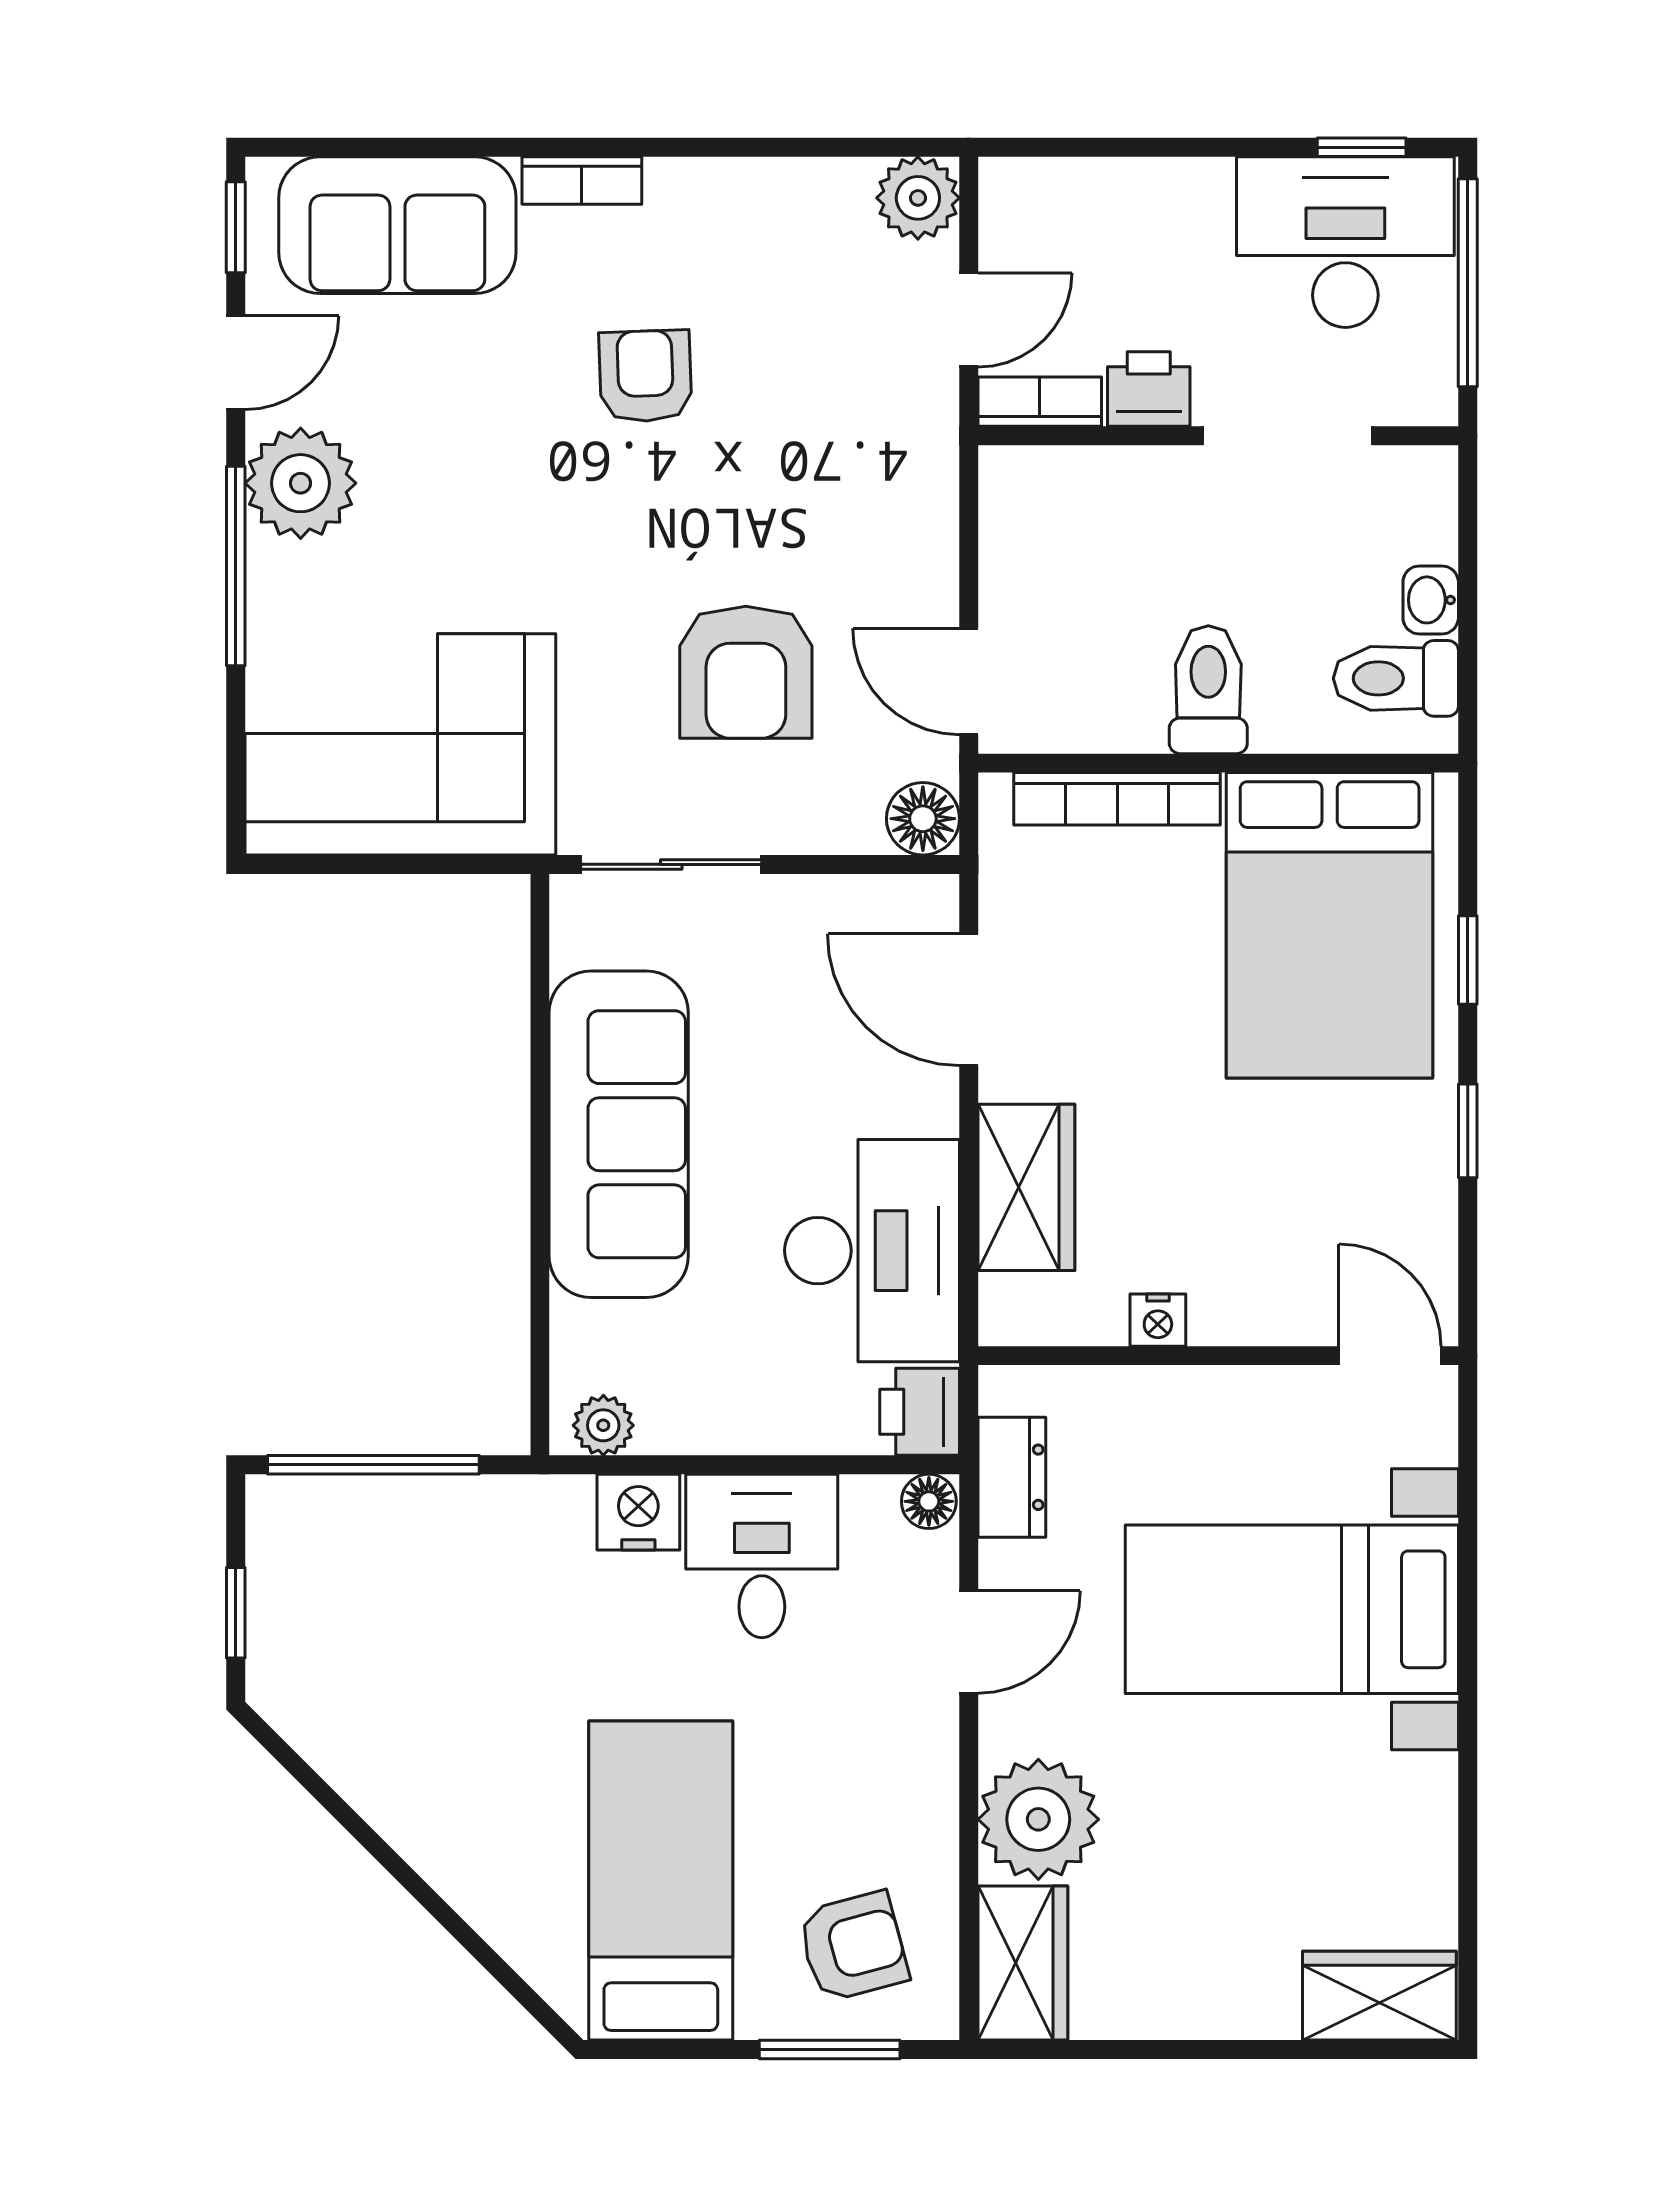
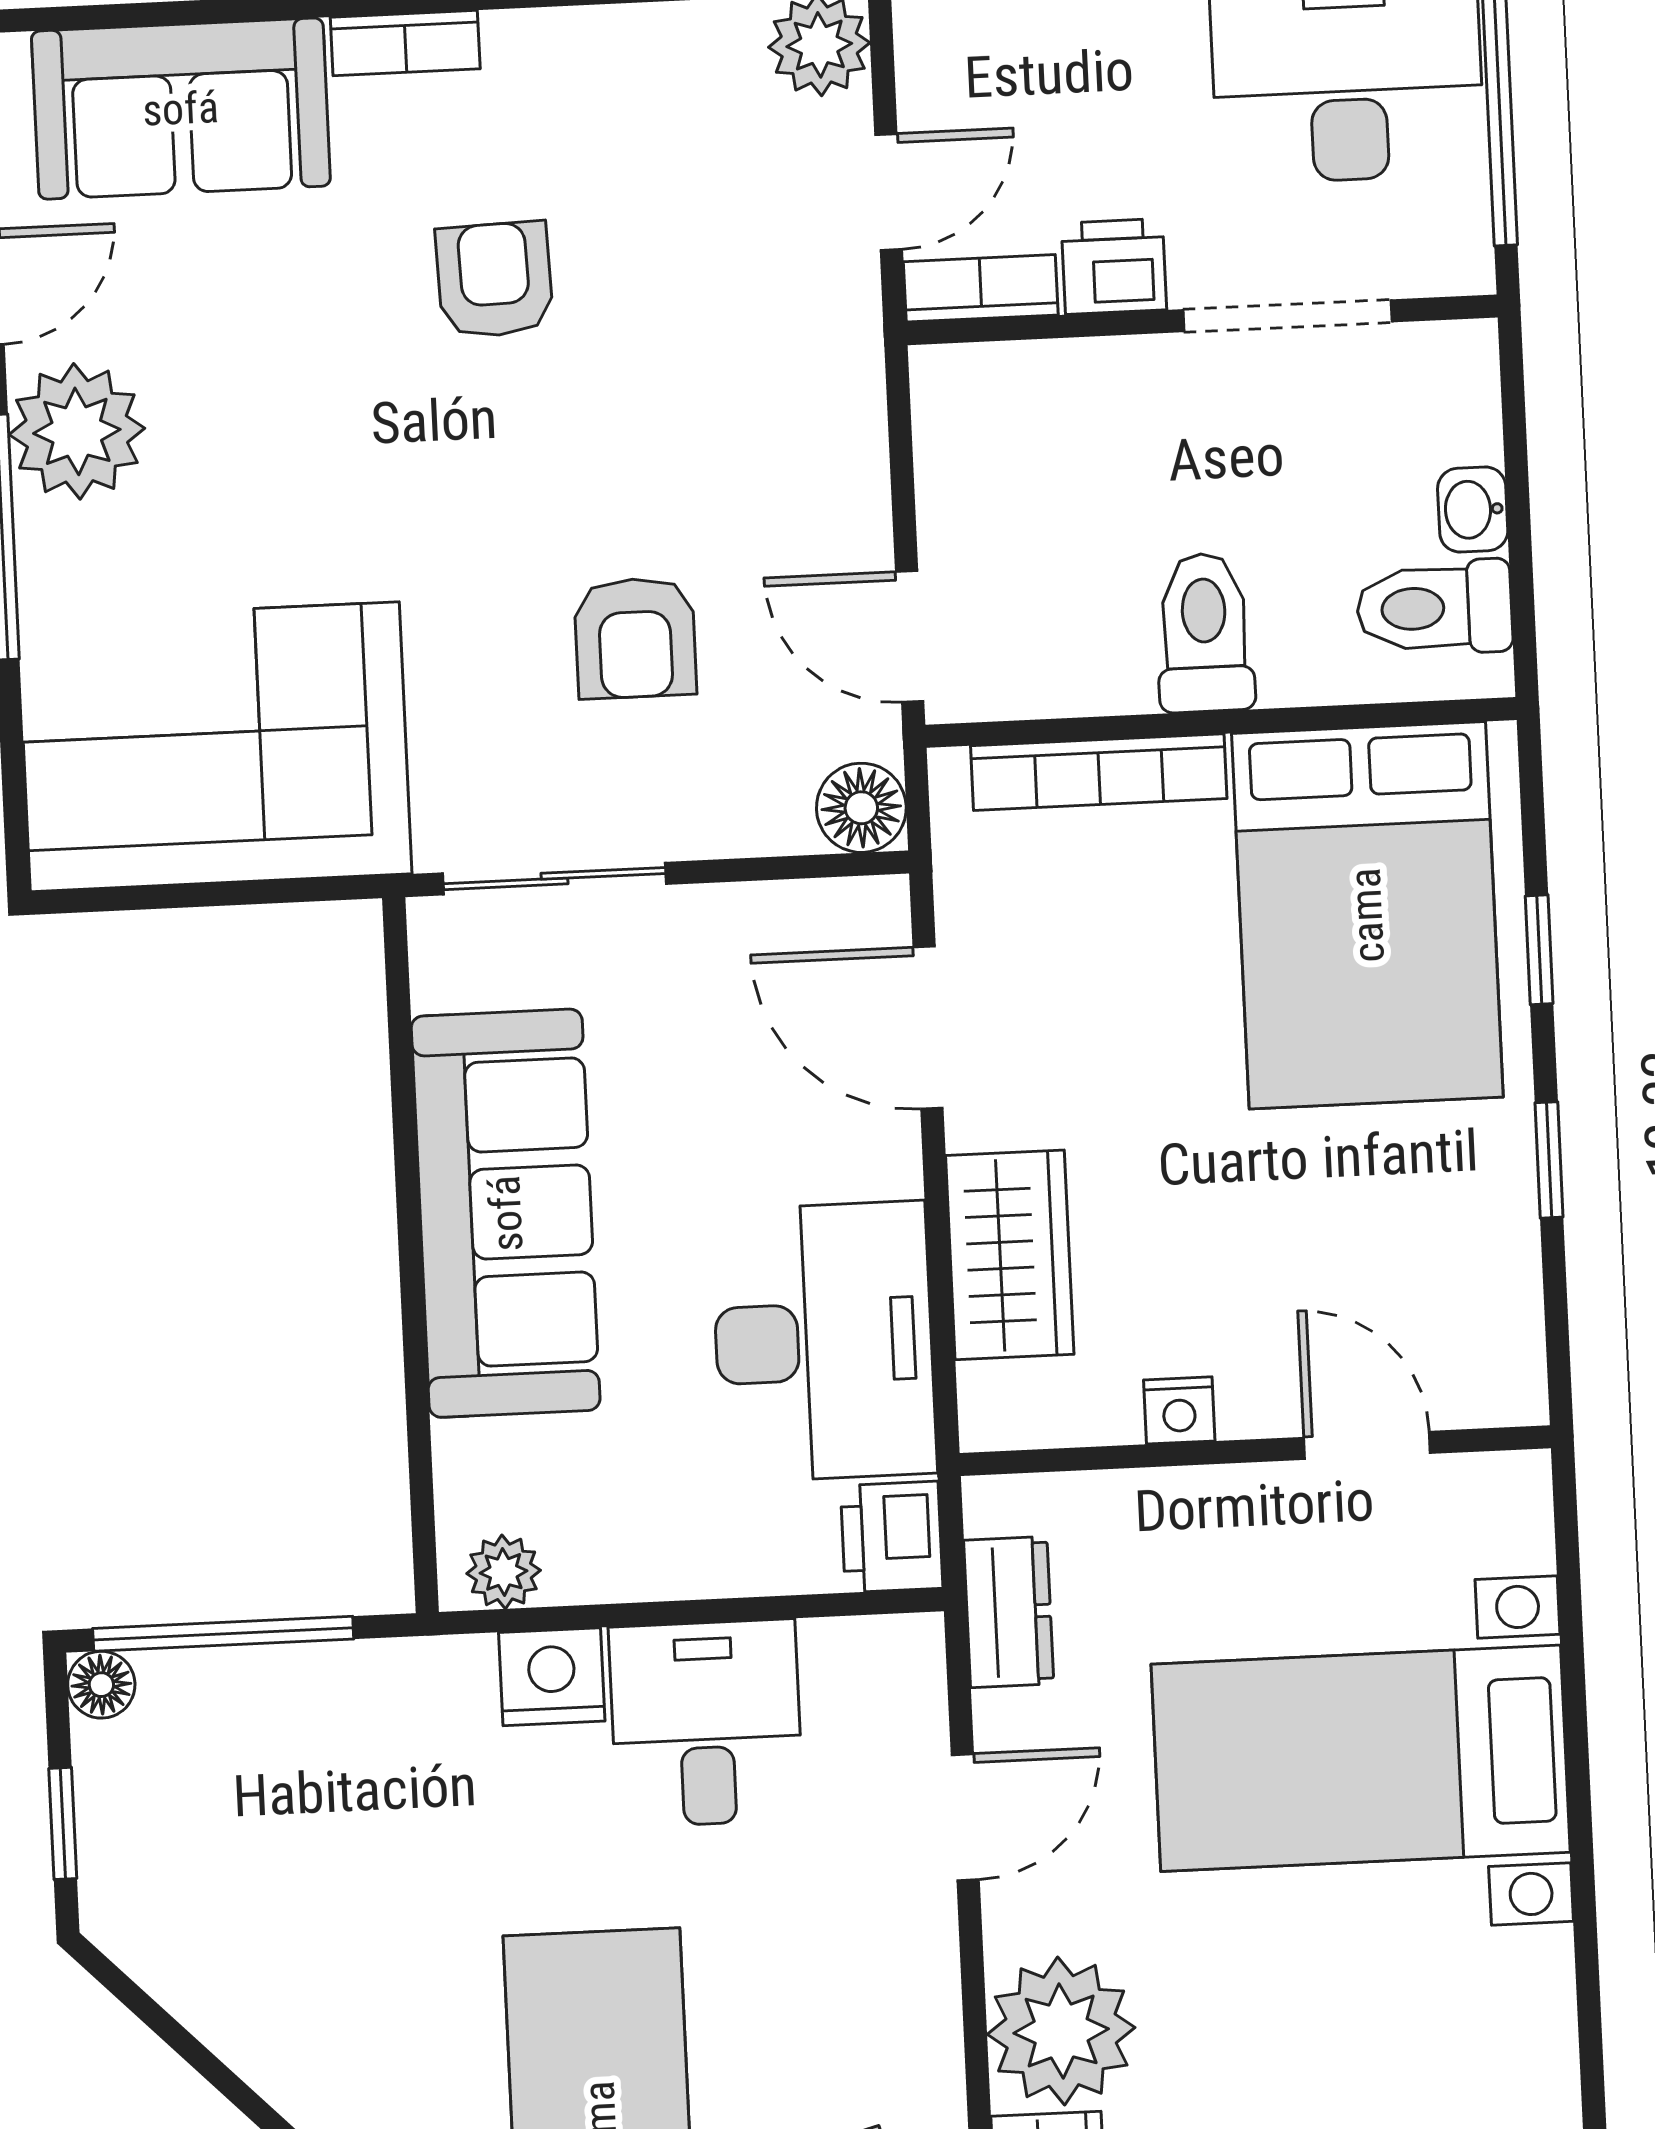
armchair: (746, 672) -> (635, 638), width x0.72, depth x0.72
door: (1390, 1356) -> (1367, 1445), moved
floor lamp: (929, 1501) -> (101, 1685), moved

